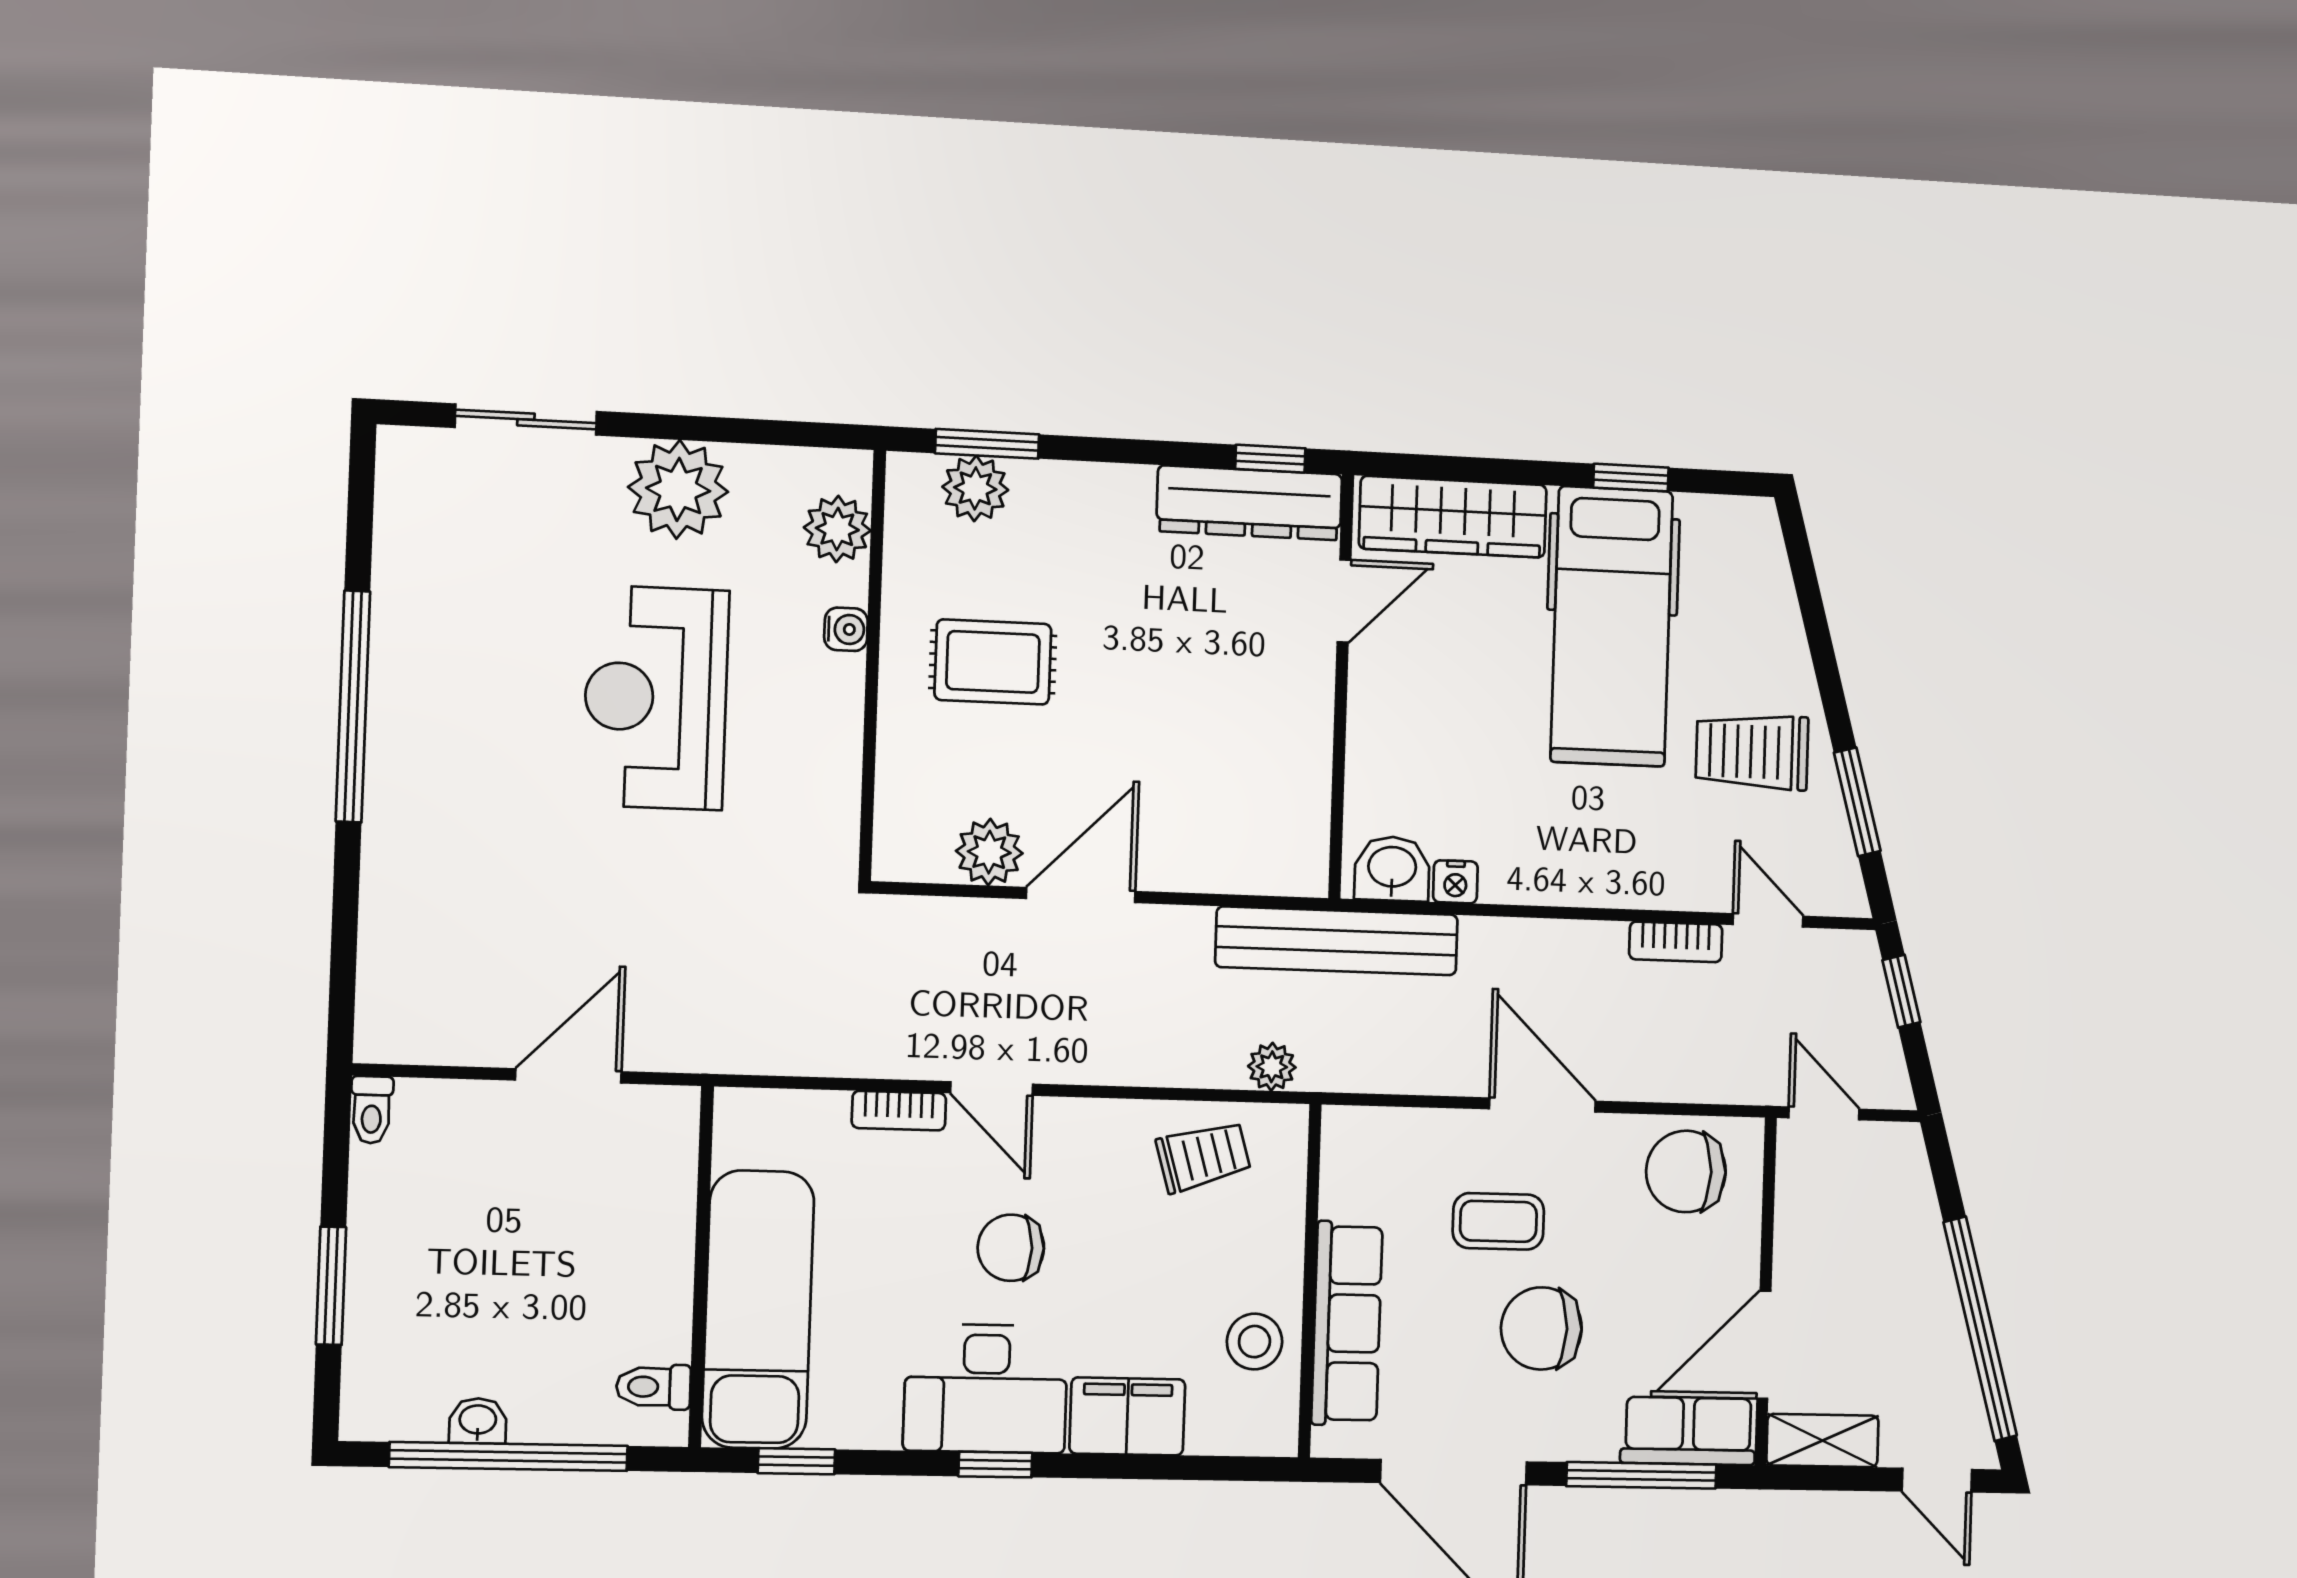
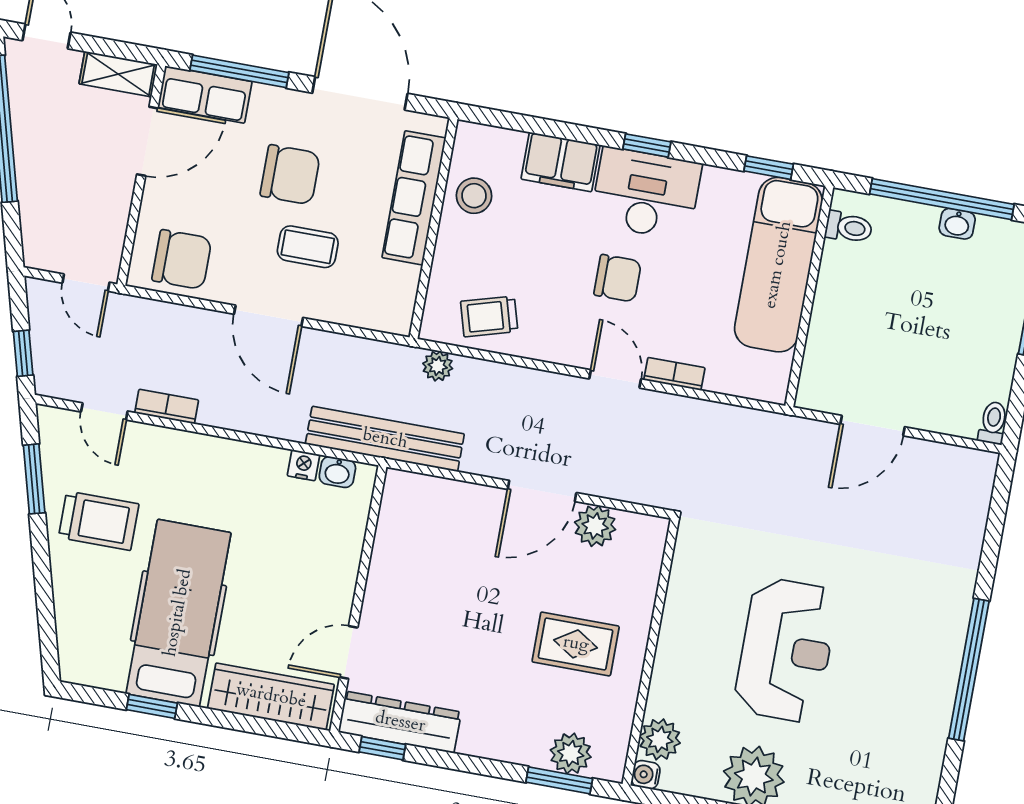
water cooler: (846, 629) -> (646, 775), moved
washbasin: (1392, 869) -> (337, 472), width x0.72, depth x0.69

